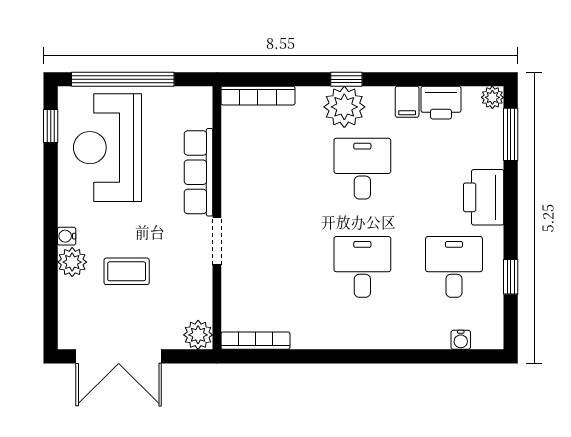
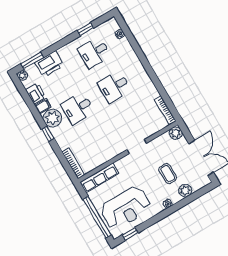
plant: (344, 107) -> (52, 118), moved
row of seats: (199, 172) -> (99, 178), moved
printer: (484, 197) -> (49, 64), moved
plant: (72, 262) -> (185, 191), moved

